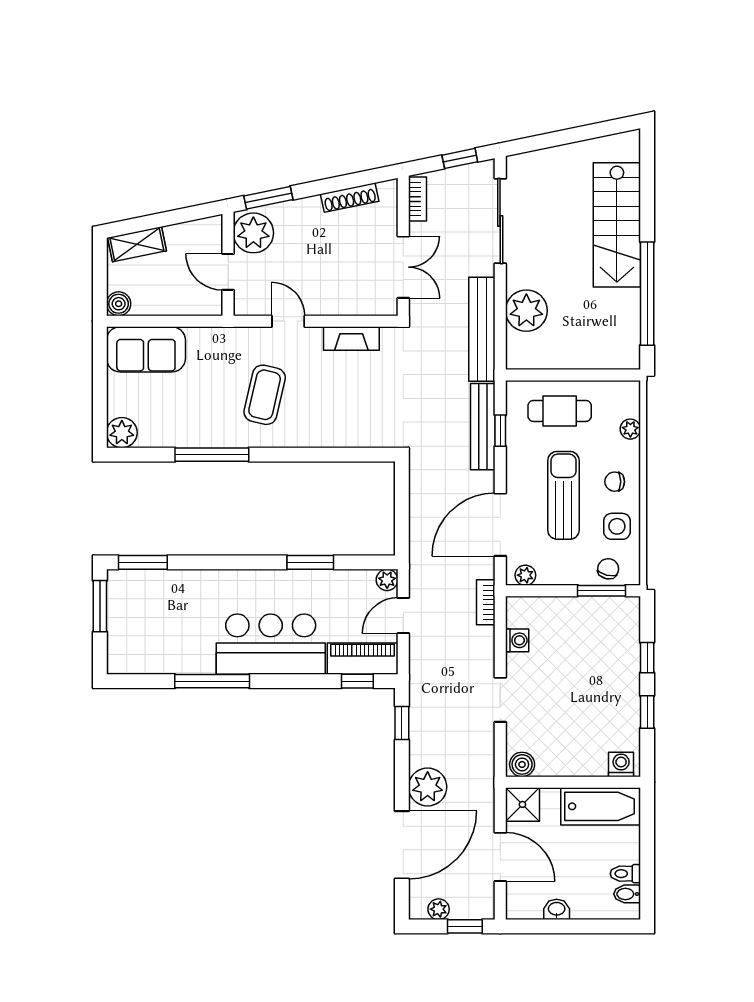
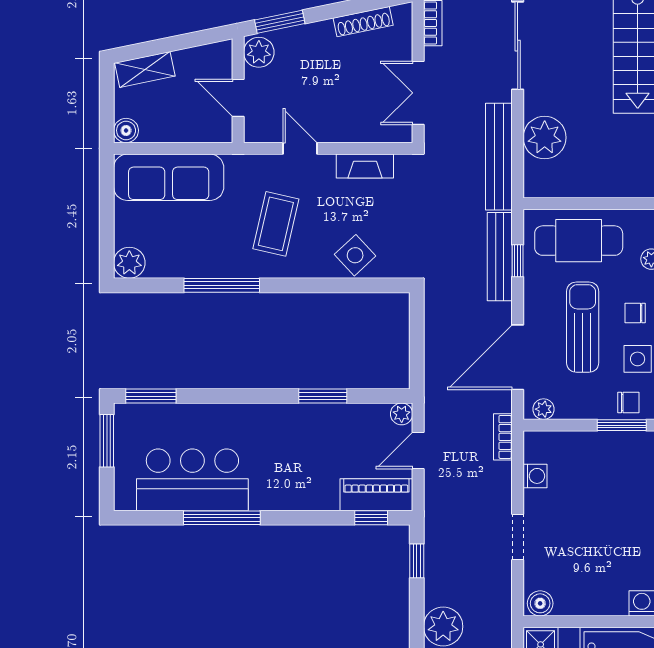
plant: (253, 233) -> (259, 52), width x0.73, depth x0.73
double door: (403, 267) -> (418, 93), swing flipped
sofa: (146, 349) -> (169, 177), width x1.36
cafe table: (560, 411) -> (579, 241), width x1.37, depth x1.35
side table: (342, 425) -> (355, 255), added
chair: (608, 569) -> (628, 402), turned 76
bar counter: (271, 644) -> (192, 480), moved

